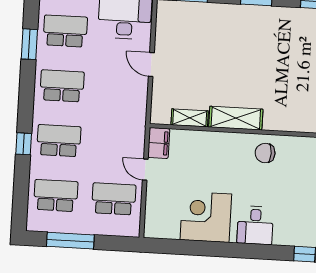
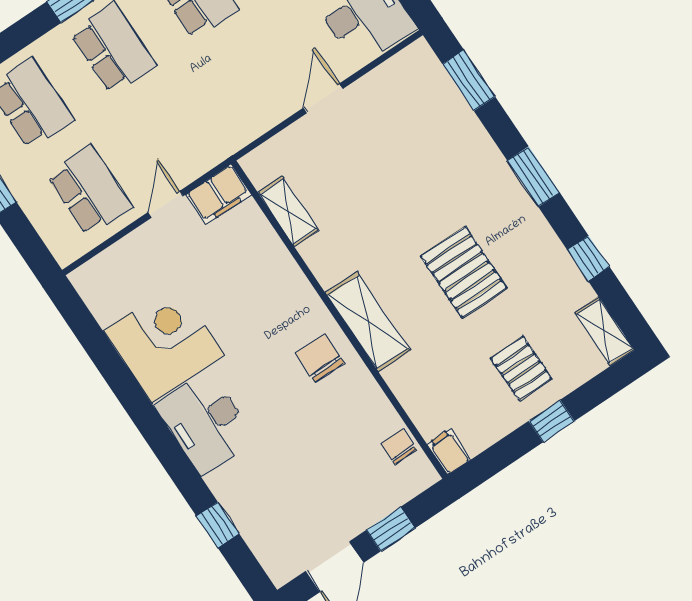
pallet: (275, 61) -> (464, 272), added
shelving: (236, 118) -> (368, 322), moved
desk: (255, 225) -> (206, 423), width x1.37

